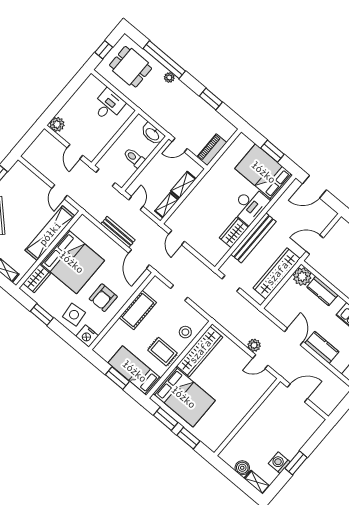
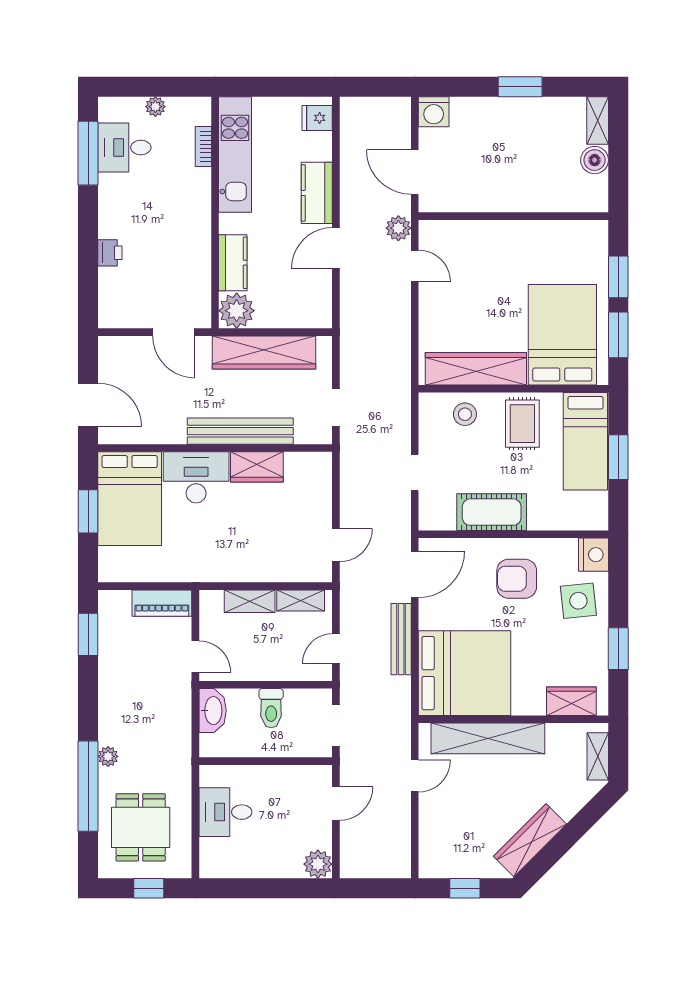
window: (211, 99) -> (88, 634), moved
bed: (72, 262) -> (465, 673), moved, turned 90
armchair: (103, 298) -> (517, 579), turned 180
plant: (254, 345) -> (398, 228), moved
washing machine: (279, 463) -> (434, 112), moved

